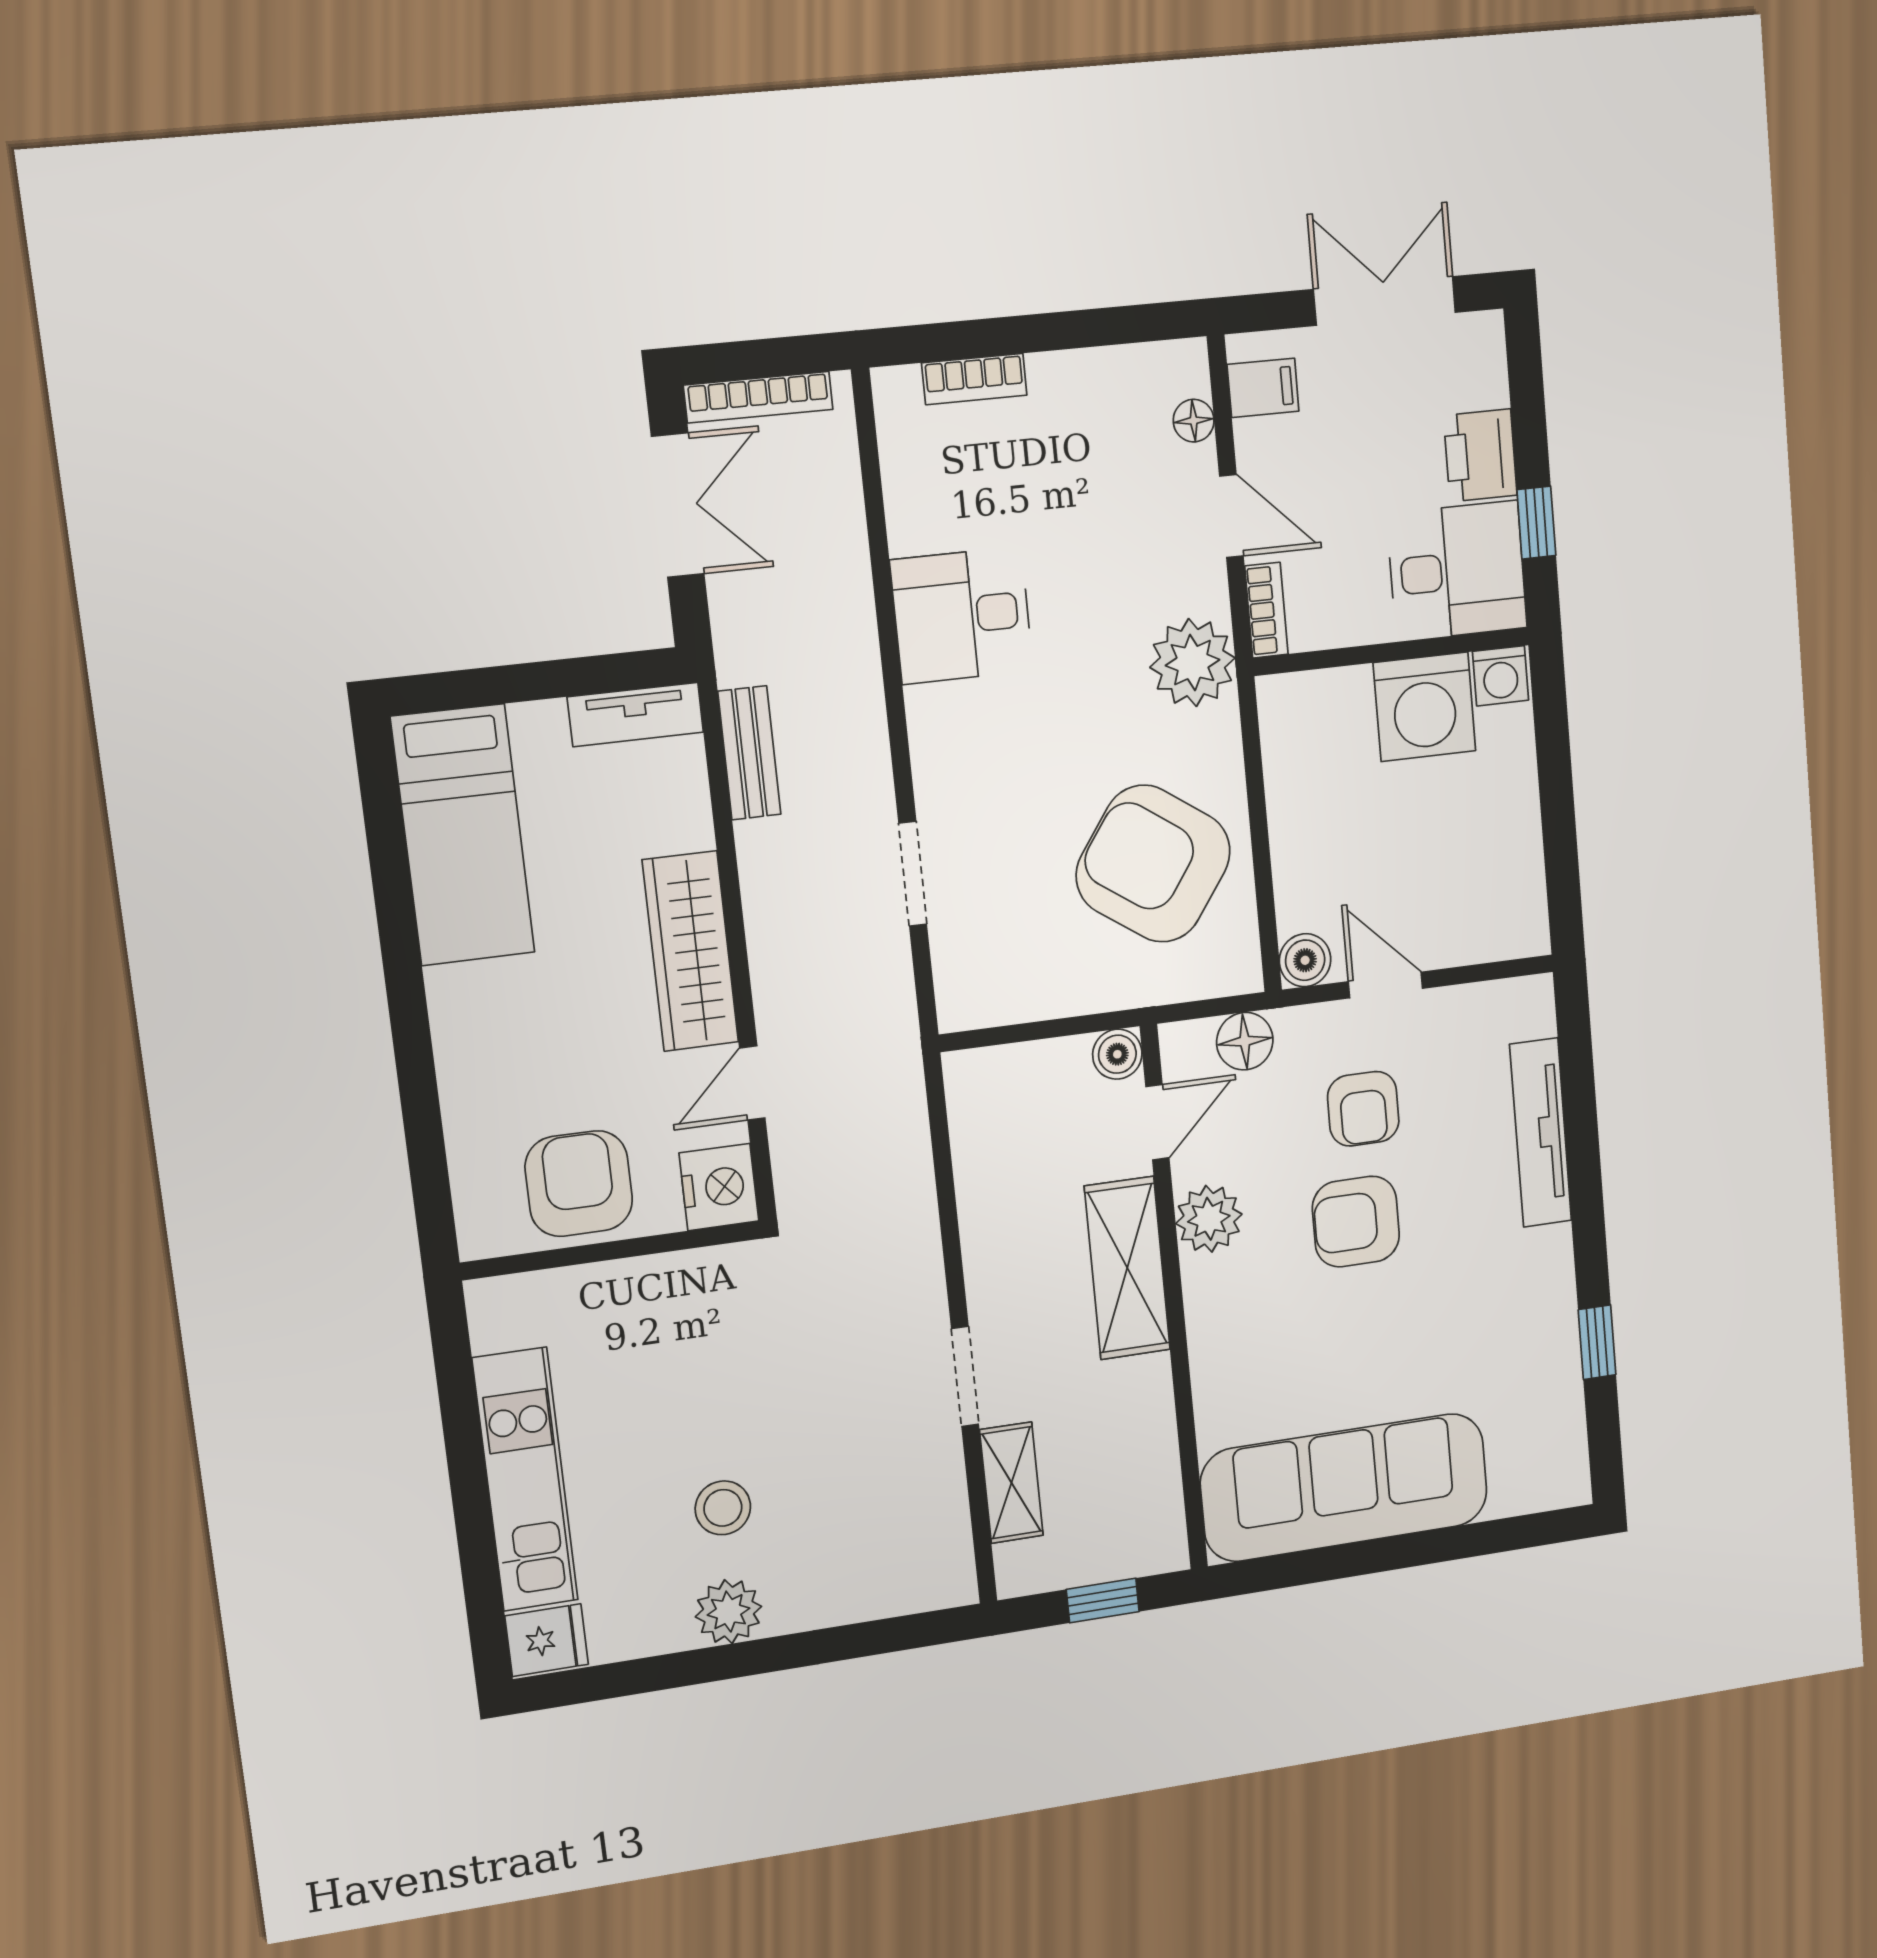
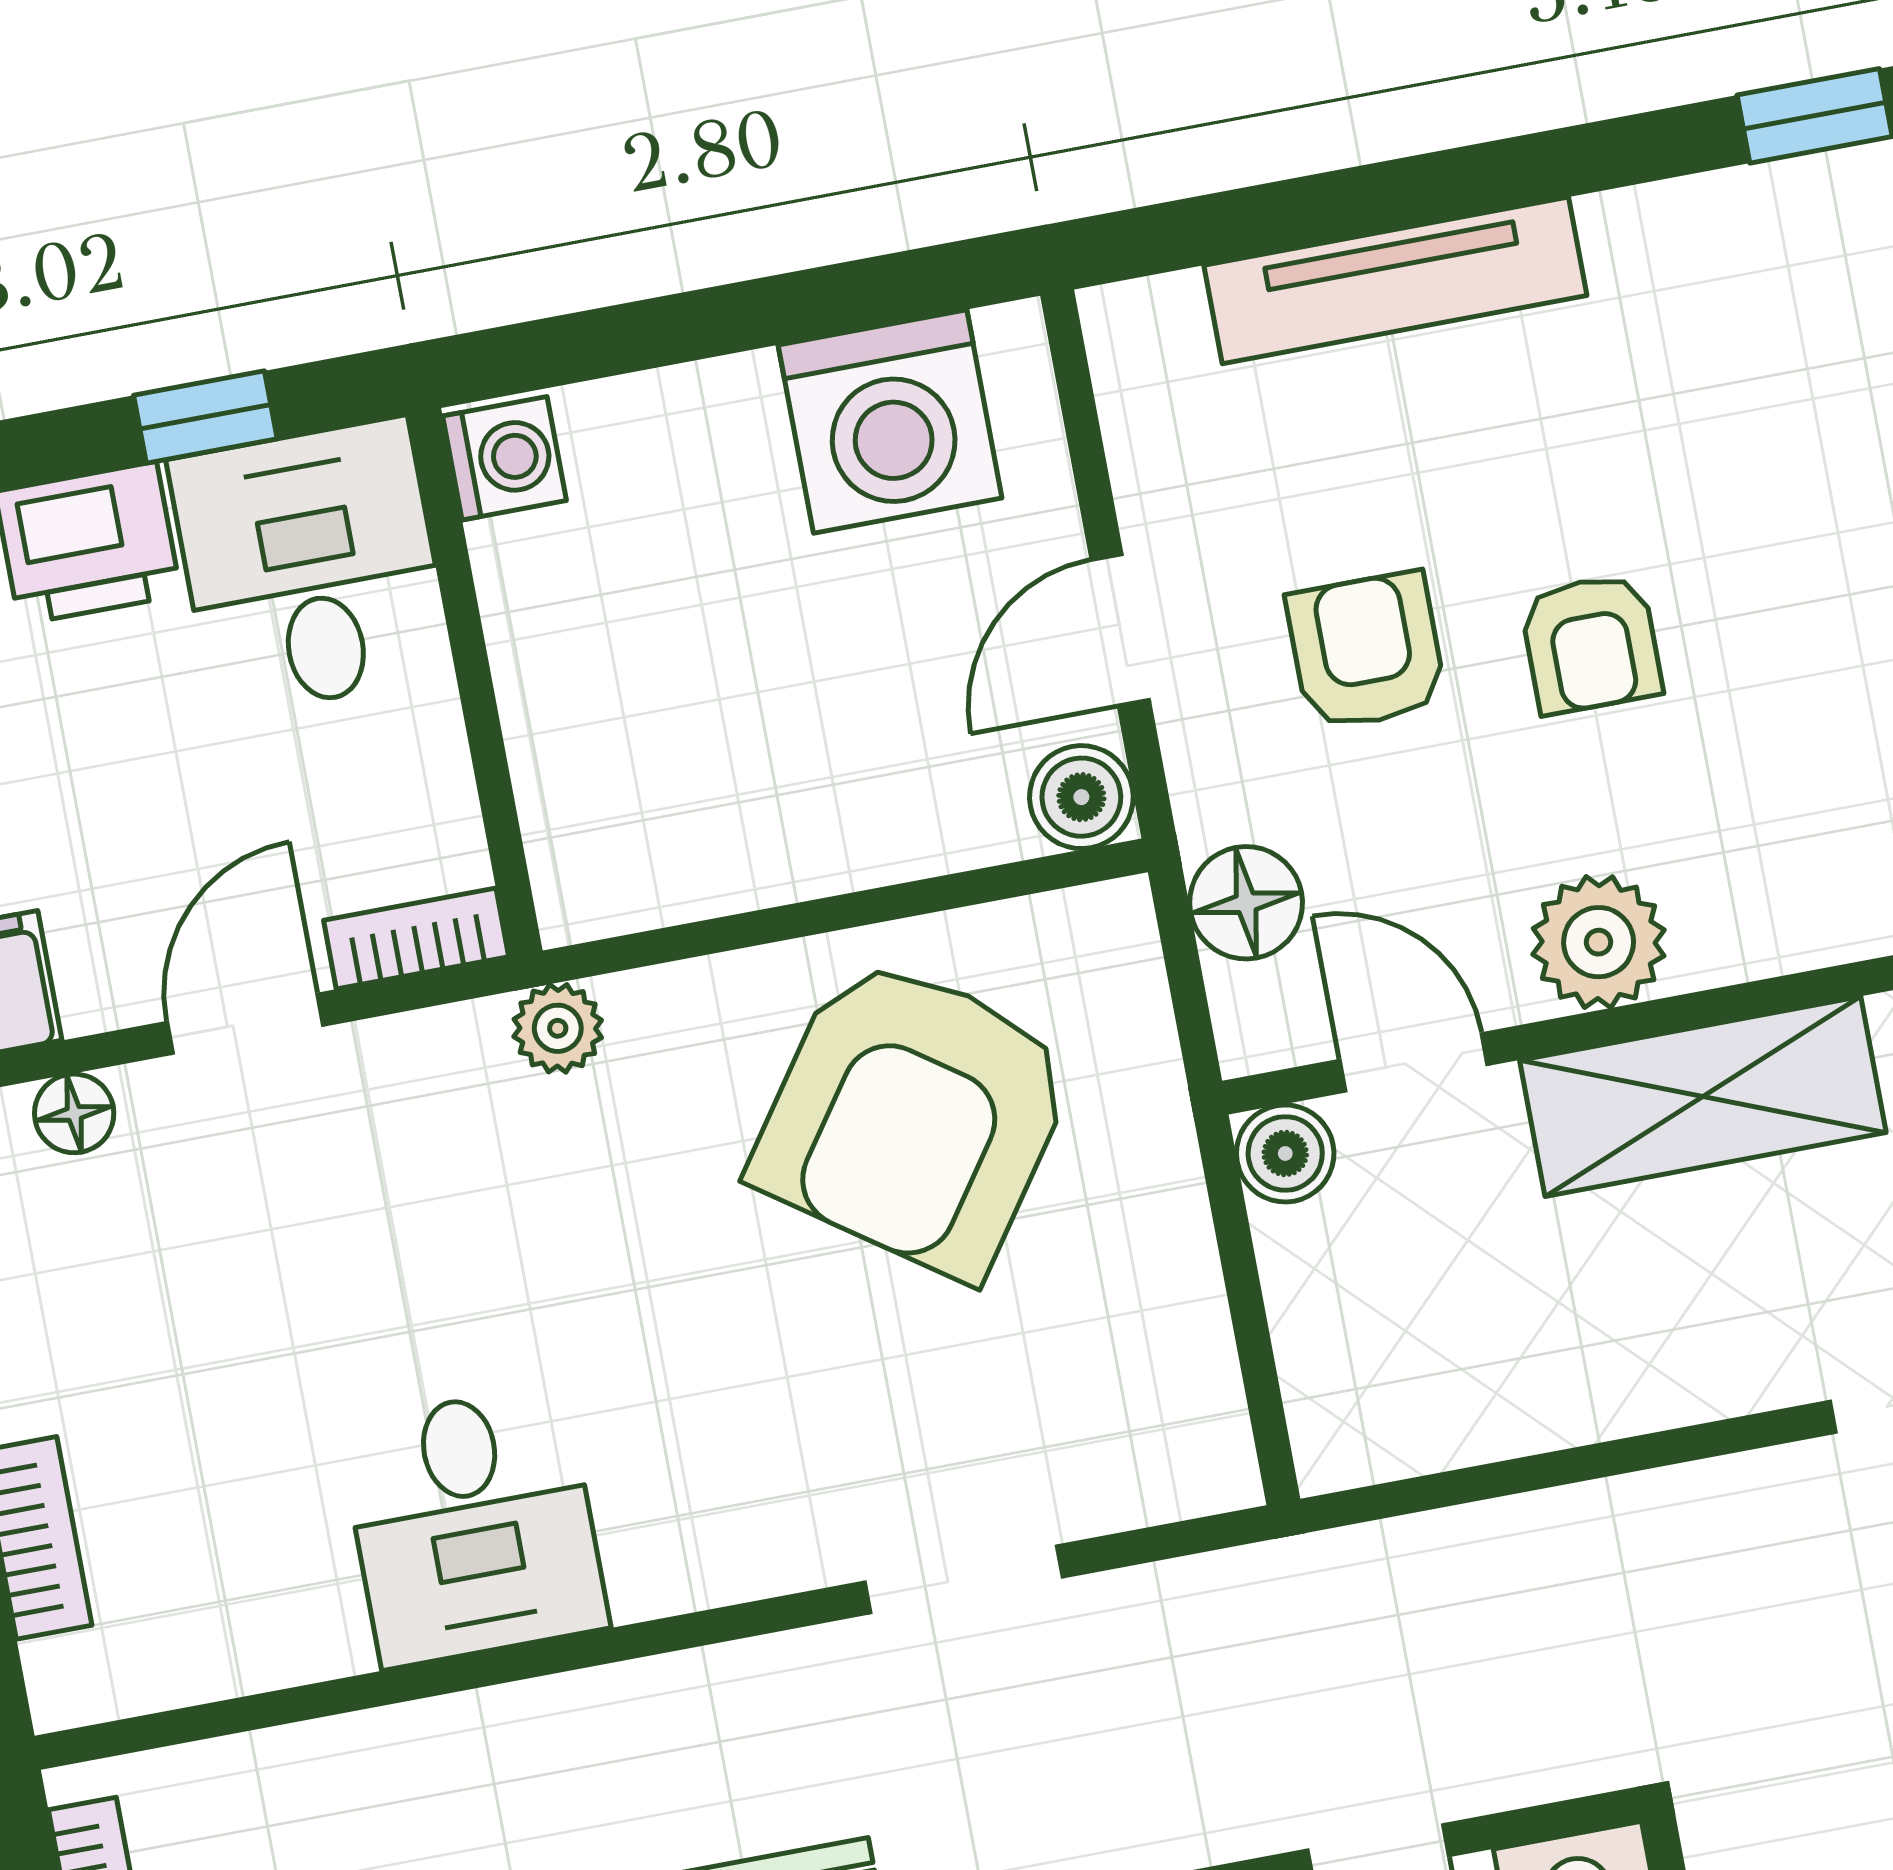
plant: (1192, 663) -> (558, 1028), width x0.53, depth x0.53
washing machine: (1425, 707) -> (890, 421), moved, turned 90
armchair: (1363, 1109) -> (1366, 651), turned -90
armchair: (1356, 1222) -> (1591, 644), width x0.72, depth x0.72

